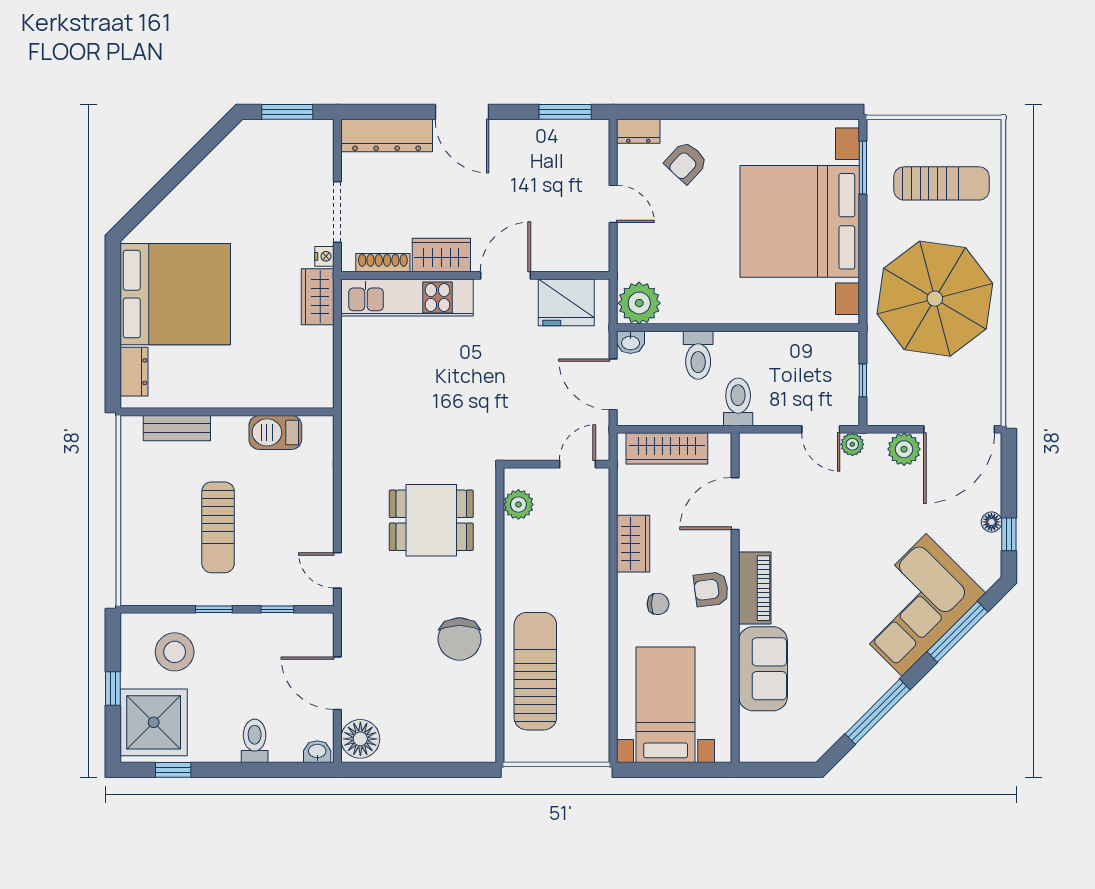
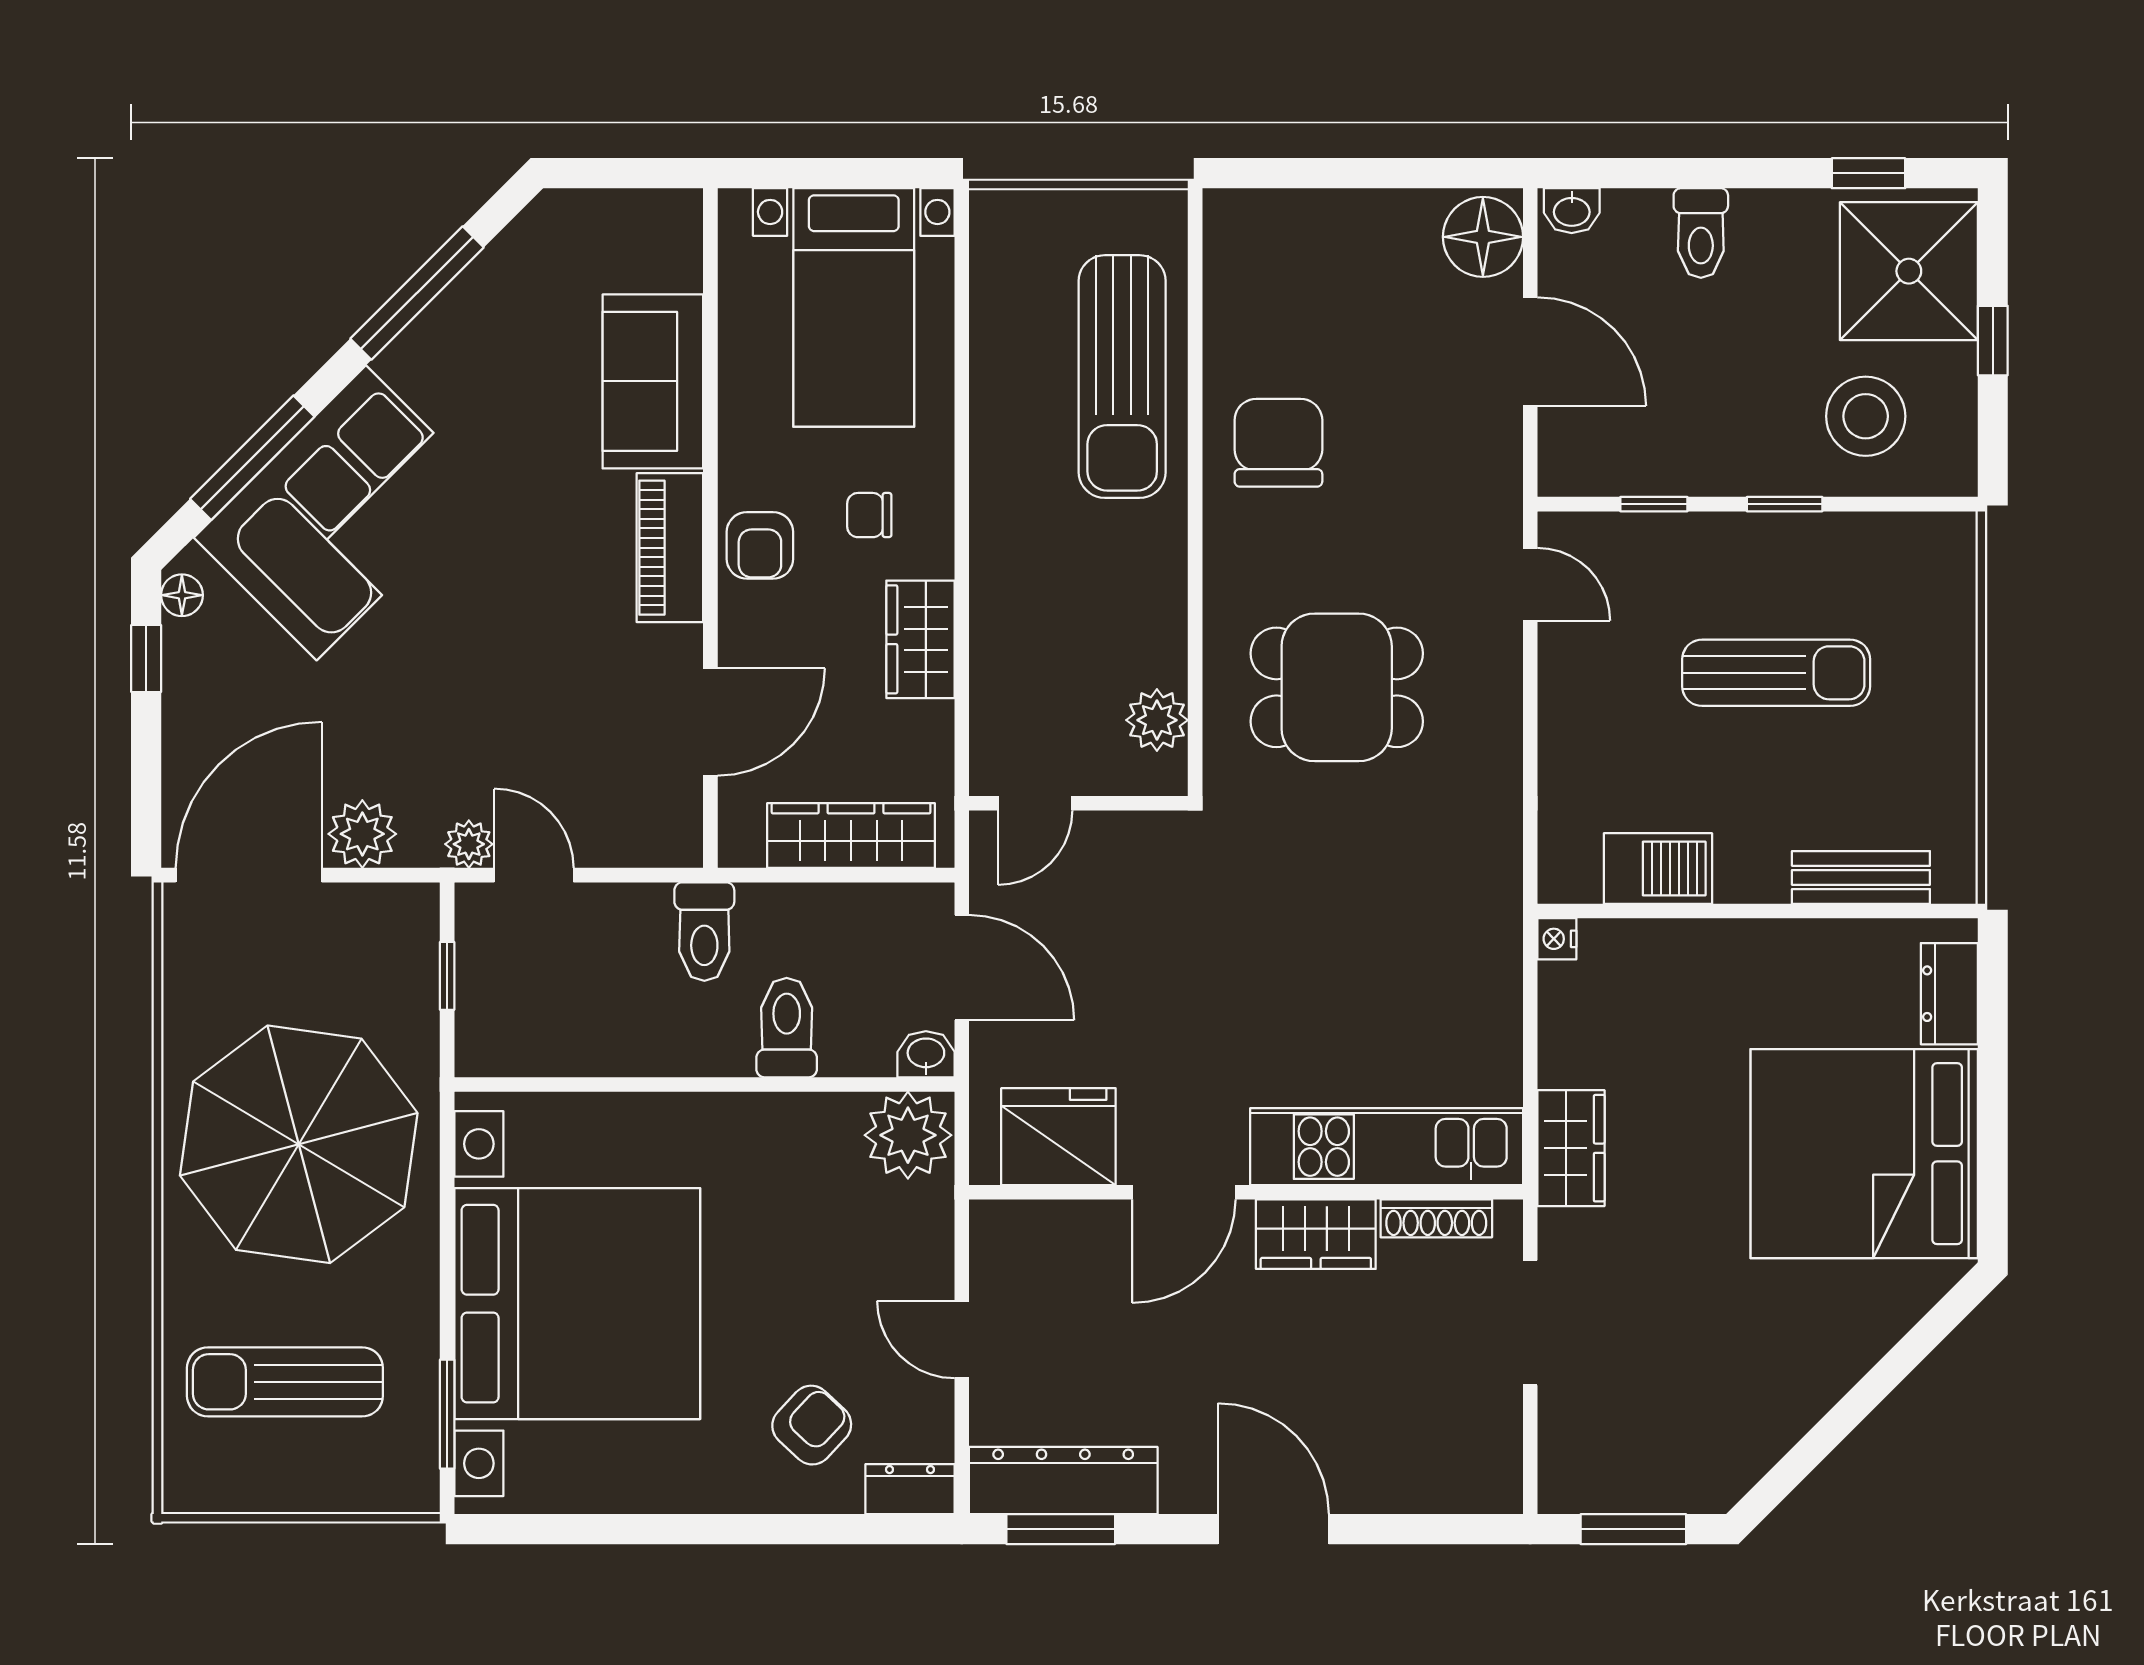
dresser: (387, 135) -> (1063, 1481), moved
nightstand: (324, 256) -> (1557, 939), moved
floor lamp: (991, 522) -> (182, 595), moved
sun lounger: (218, 527) -> (1776, 673), turned 90
armchair: (711, 589) -> (760, 545), turned 97

